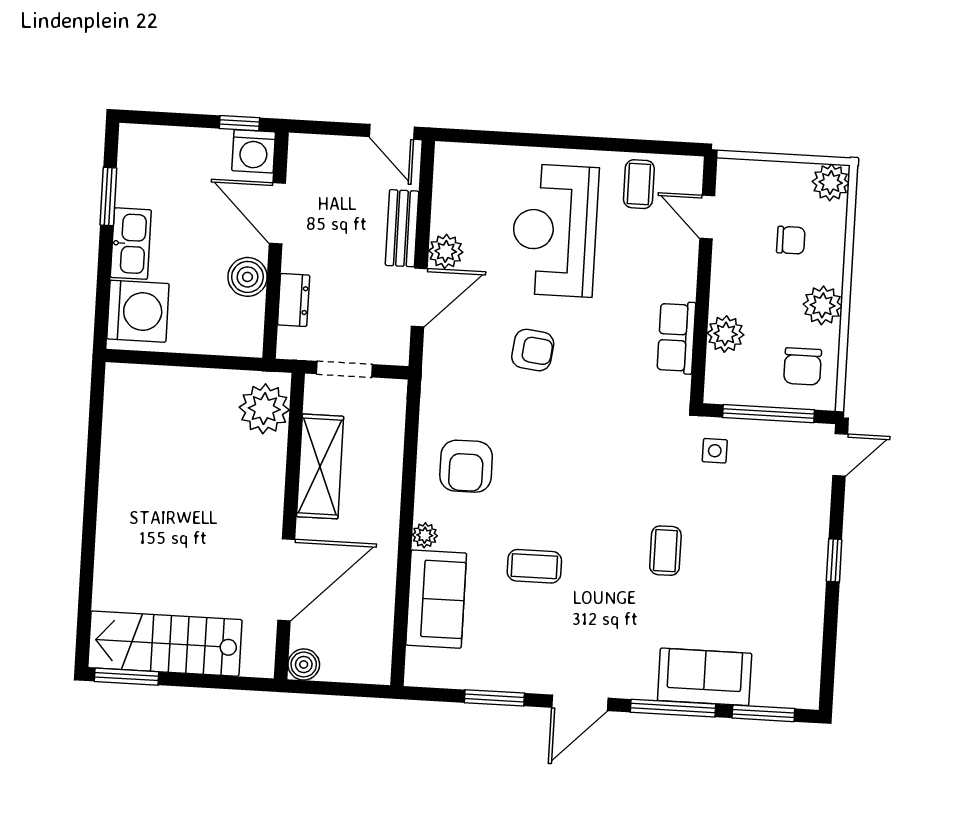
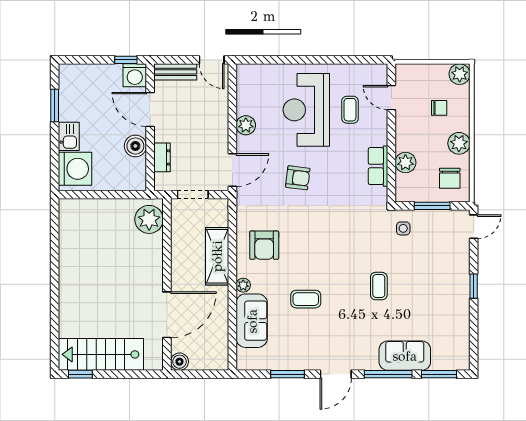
coffee table: (639, 184) -> (350, 110), moved
bench: (402, 228) -> (175, 72), moved, turned 90
kitchen sink: (131, 244) -> (69, 136), width x0.73
door: (419, 297) -> (232, 170), moved
window: (768, 414) -> (432, 206), width x0.69
shelving: (320, 466) -> (217, 256), moved
window: (127, 677) -> (80, 374), width x0.67

